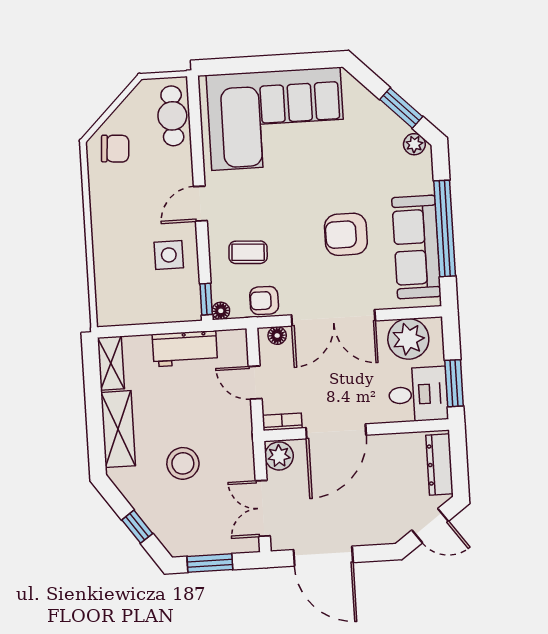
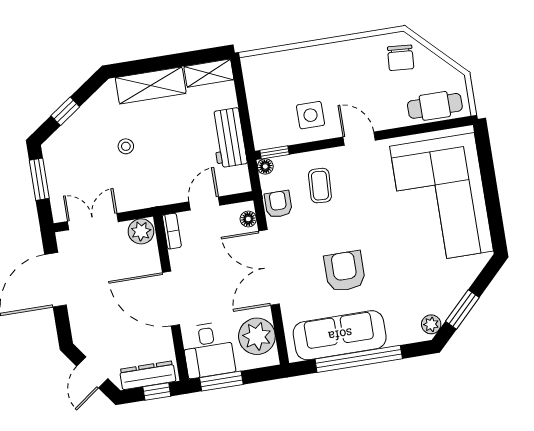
door: (336, 431) -> (171, 299), moved
window: (459, 456) -> (157, 392), added
stool: (183, 463) -> (126, 146), width x0.53, depth x0.53

